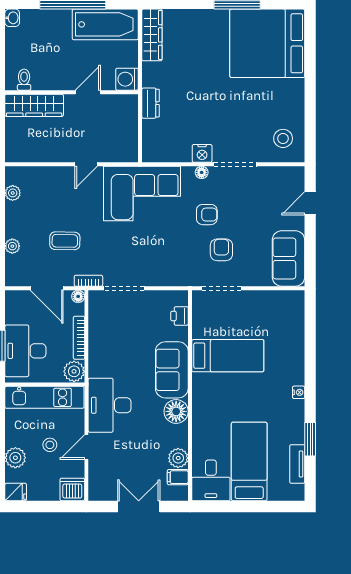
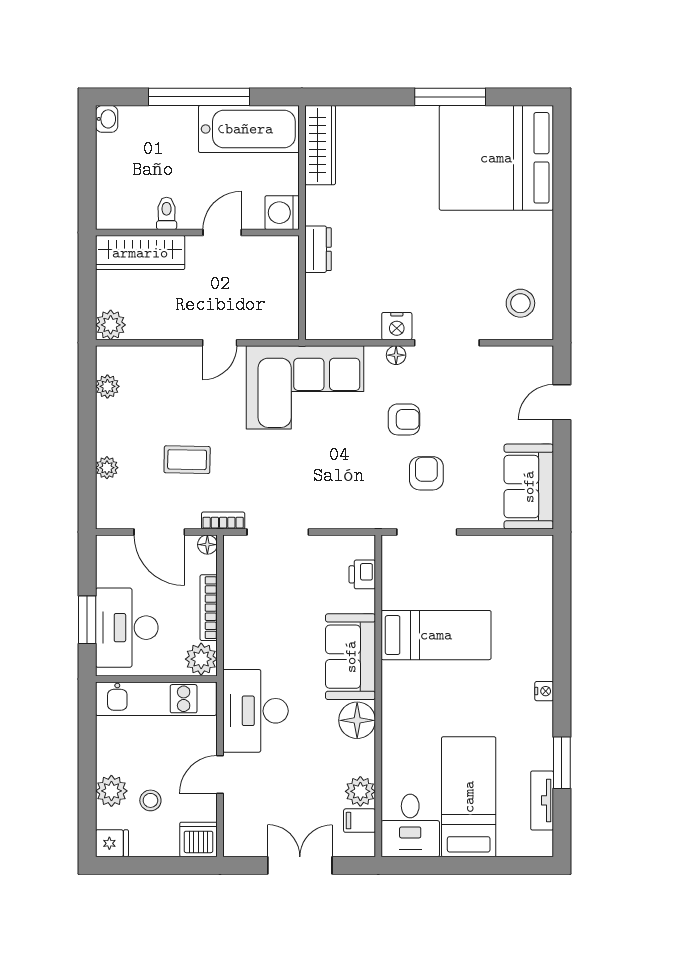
toilet: (24, 80) -> (167, 213), moved
plant: (15, 153) -> (111, 325), added
stool: (50, 445) -> (150, 800), moved

